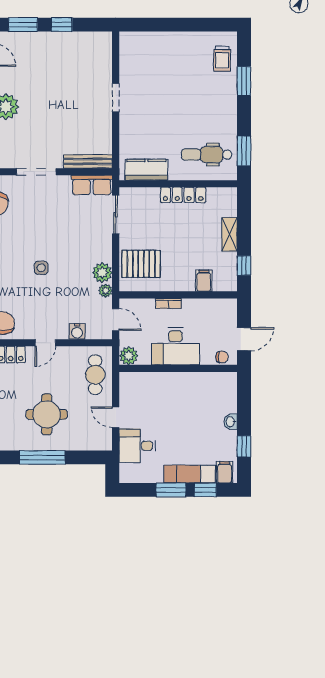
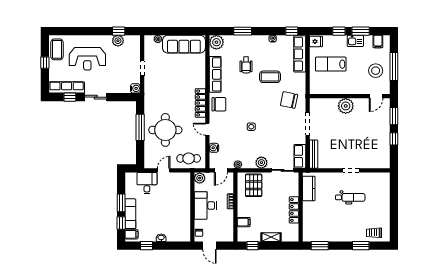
dental chair: (207, 155) -> (350, 197), moved, turned 90
plant: (102, 273) -> (261, 163), moved
round table: (47, 414) -> (165, 130), width x1.36, depth x1.36

